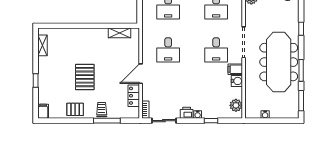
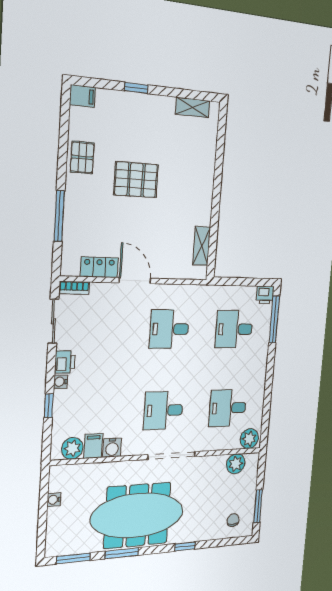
filing cabinet: (235, 69) -> (93, 446), moved
trolley: (102, 110) -> (79, 207), removed

